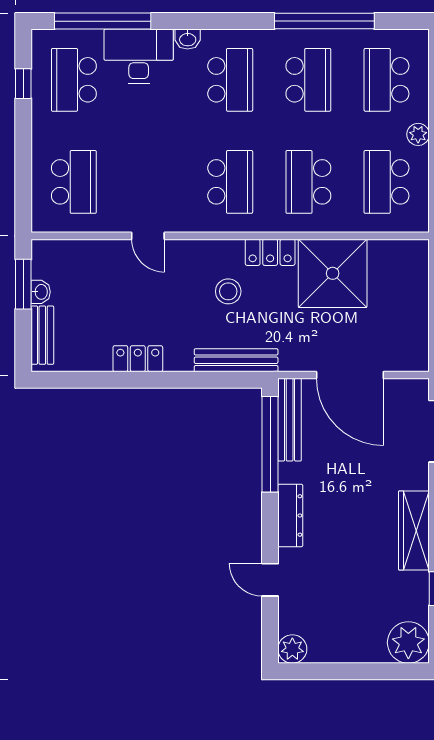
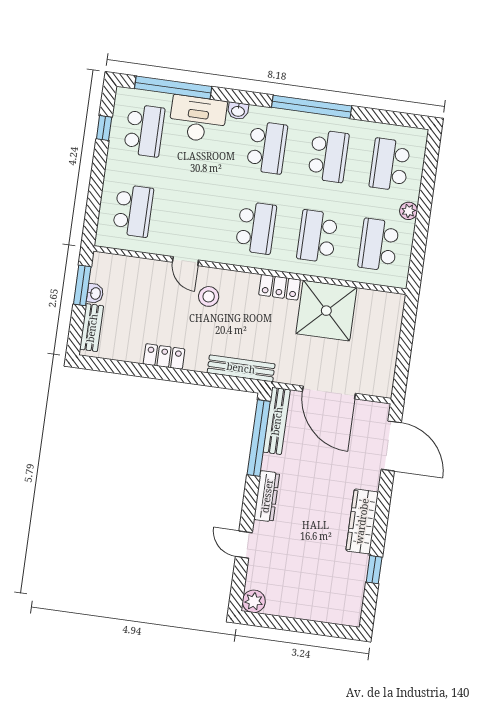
window: (324, 21) -> (312, 107), moved
school desk: (74, 80) -> (144, 130), turned 180
stool: (228, 291) -> (209, 296), moved
plant: (408, 643) -> (346, 609), removed

